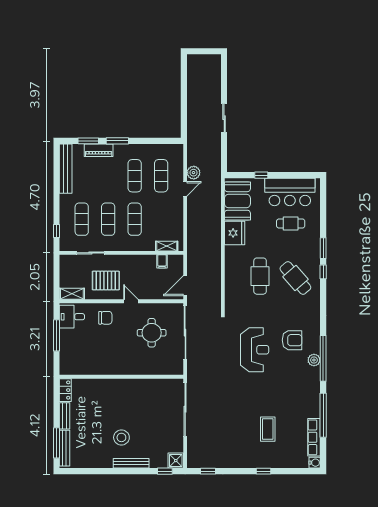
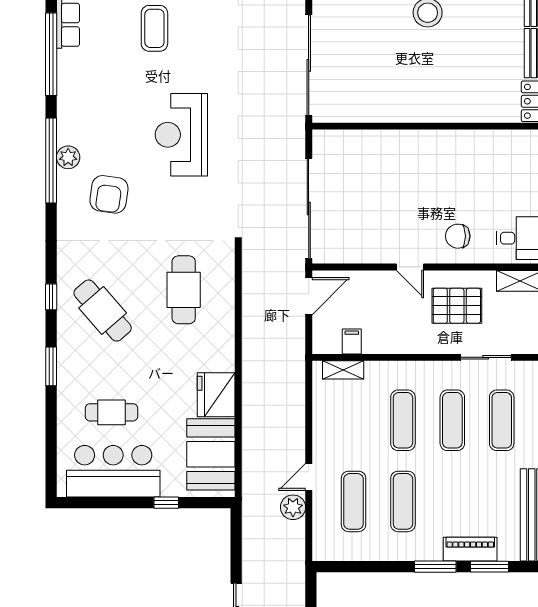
window: (323, 272) -> (51, 297), moved
cafe table: (260, 276) -> (184, 290), moved
round table: (152, 333) -> (371, 208), removed
armchair: (292, 340) -> (109, 194), turned -82
reception desk: (255, 350) -> (181, 135), moved

